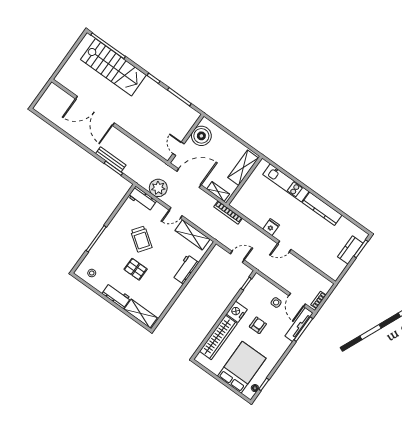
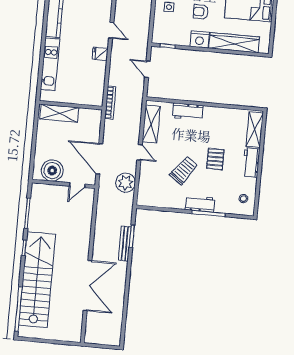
stairs: (113, 67) -> (37, 280), width x1.36
shelving: (218, 191) -> (96, 124), removed
workbench: (142, 199) -> (200, 204), moved, turned -90

